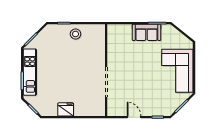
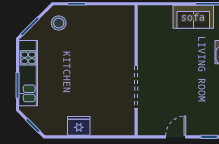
stool: (76, 34) -> (59, 23), moved
door: (134, 117) -> (176, 137), hinge flipped

